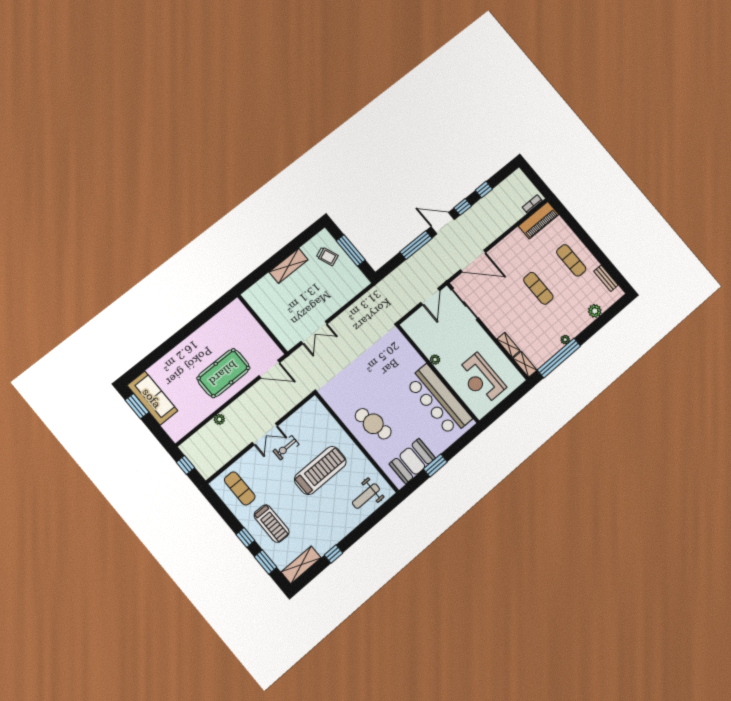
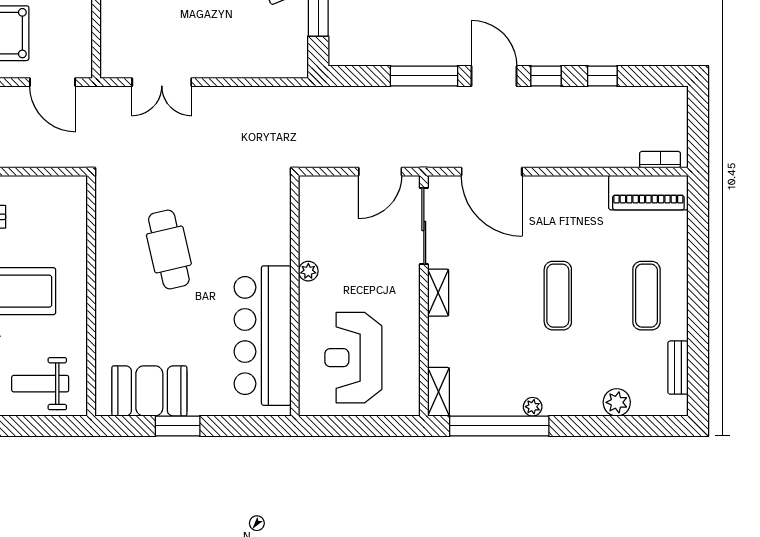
shelving: (508, 345) -> (438, 293), moved
cafe table: (373, 424) -> (169, 249), moved

